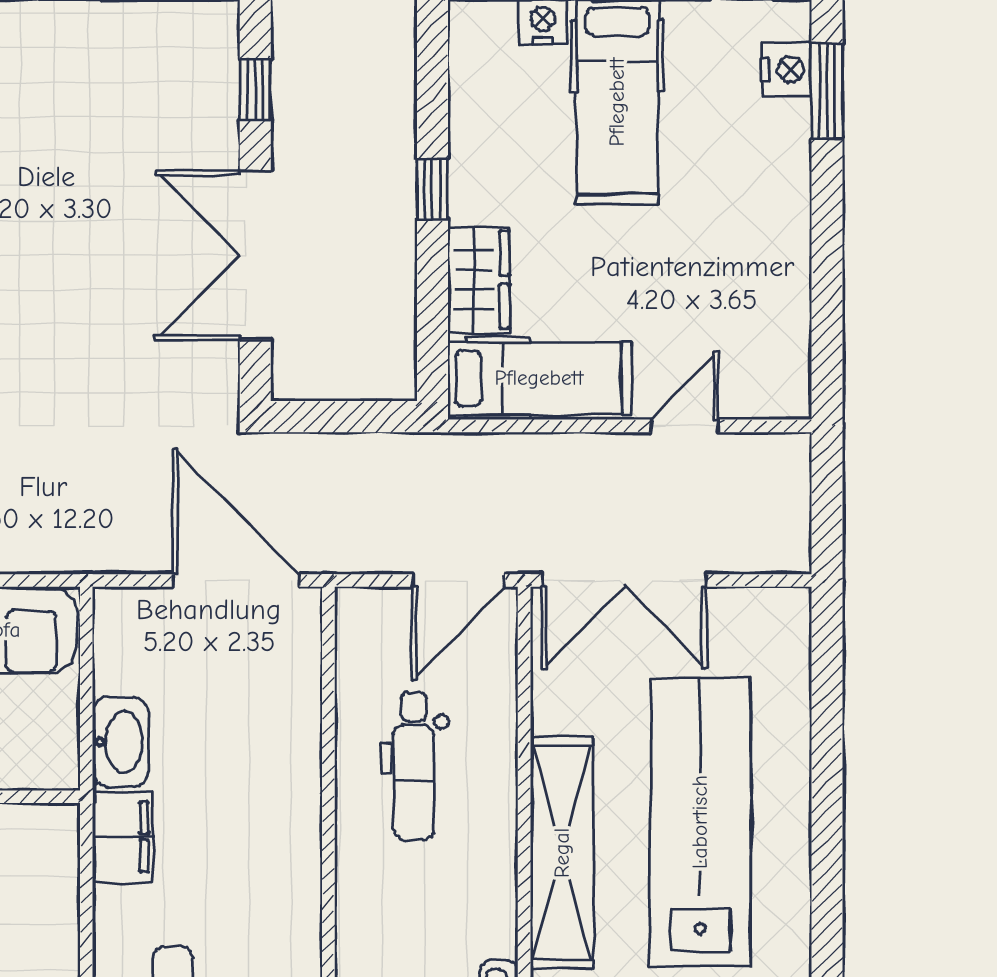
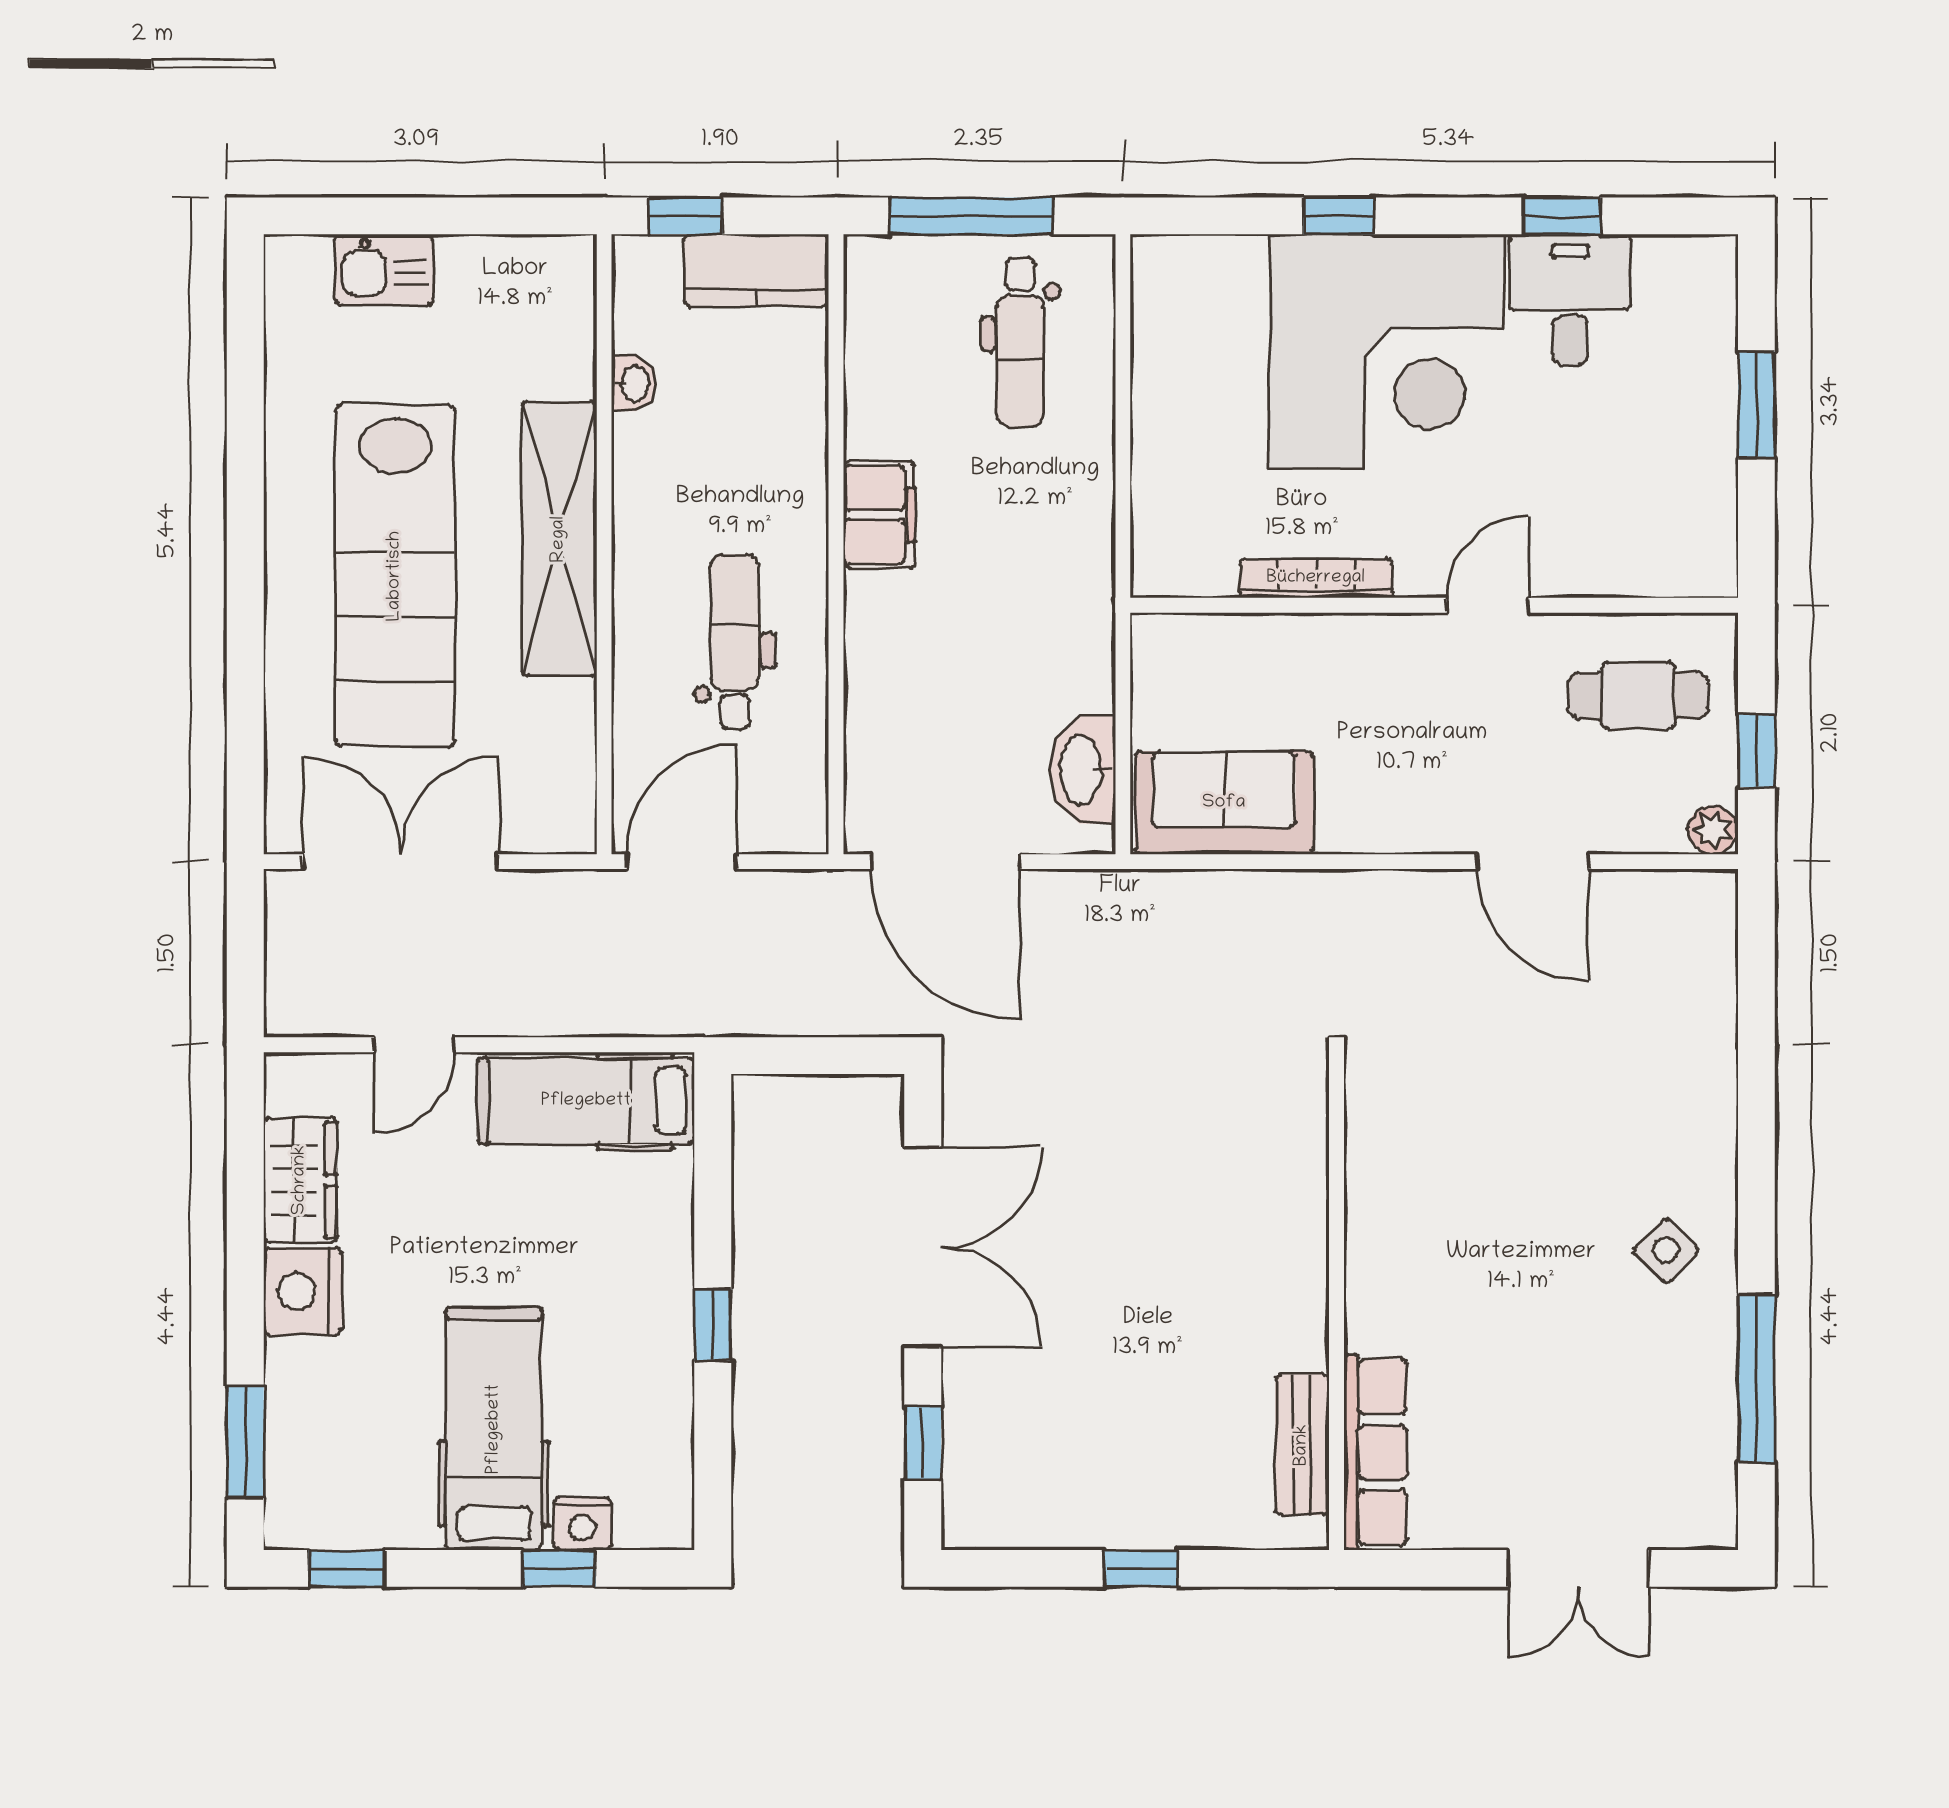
nightstand: (787, 69) -> (303, 1291), moved, width x1.36, depth x1.33
wardrobe: (479, 280) -> (300, 1180), moved, turned 180
double door: (624, 580) -> (401, 862), moved
washbasin: (120, 742) -> (1083, 770), moved
filing cabinet: (123, 837) -> (879, 515), moved, turned 180

